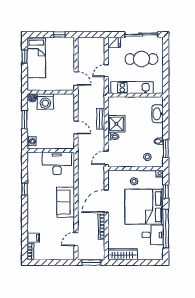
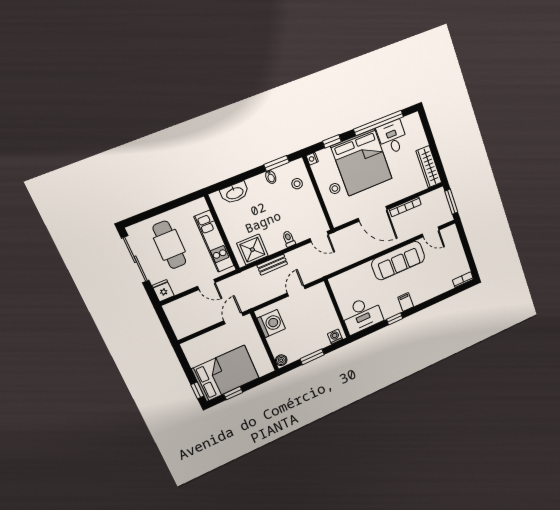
window: (59, 35) -> (197, 390), moved
bed: (36, 57) -> (226, 373), width x1.50
washing machine: (45, 102) -> (271, 323), moved
shower: (116, 124) -> (252, 250), moved
desk: (57, 163) -> (362, 315), moved, turned -90
sofa: (66, 202) -> (398, 261), width x1.36
filing cabinet: (33, 238) -> (406, 302), moved

